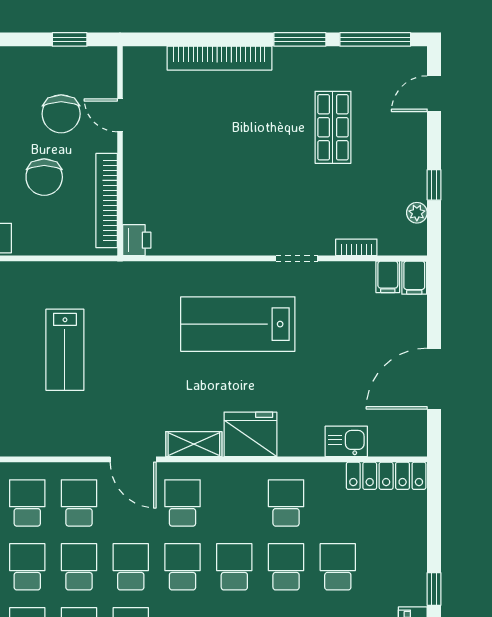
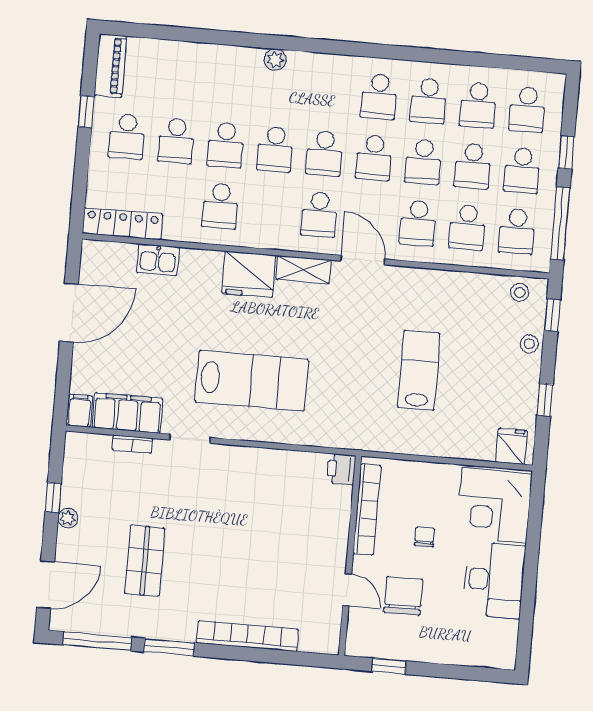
door: (434, 94) -> (46, 585), width x1.38
chair: (44, 177) -> (425, 537), width x0.54, depth x0.54
plant: (417, 213) -> (68, 518), moved
filing cabinet: (388, 277) -> (127, 413), width x3.00, depth x1.17
school desk: (390, 567) -> (127, 136), added

